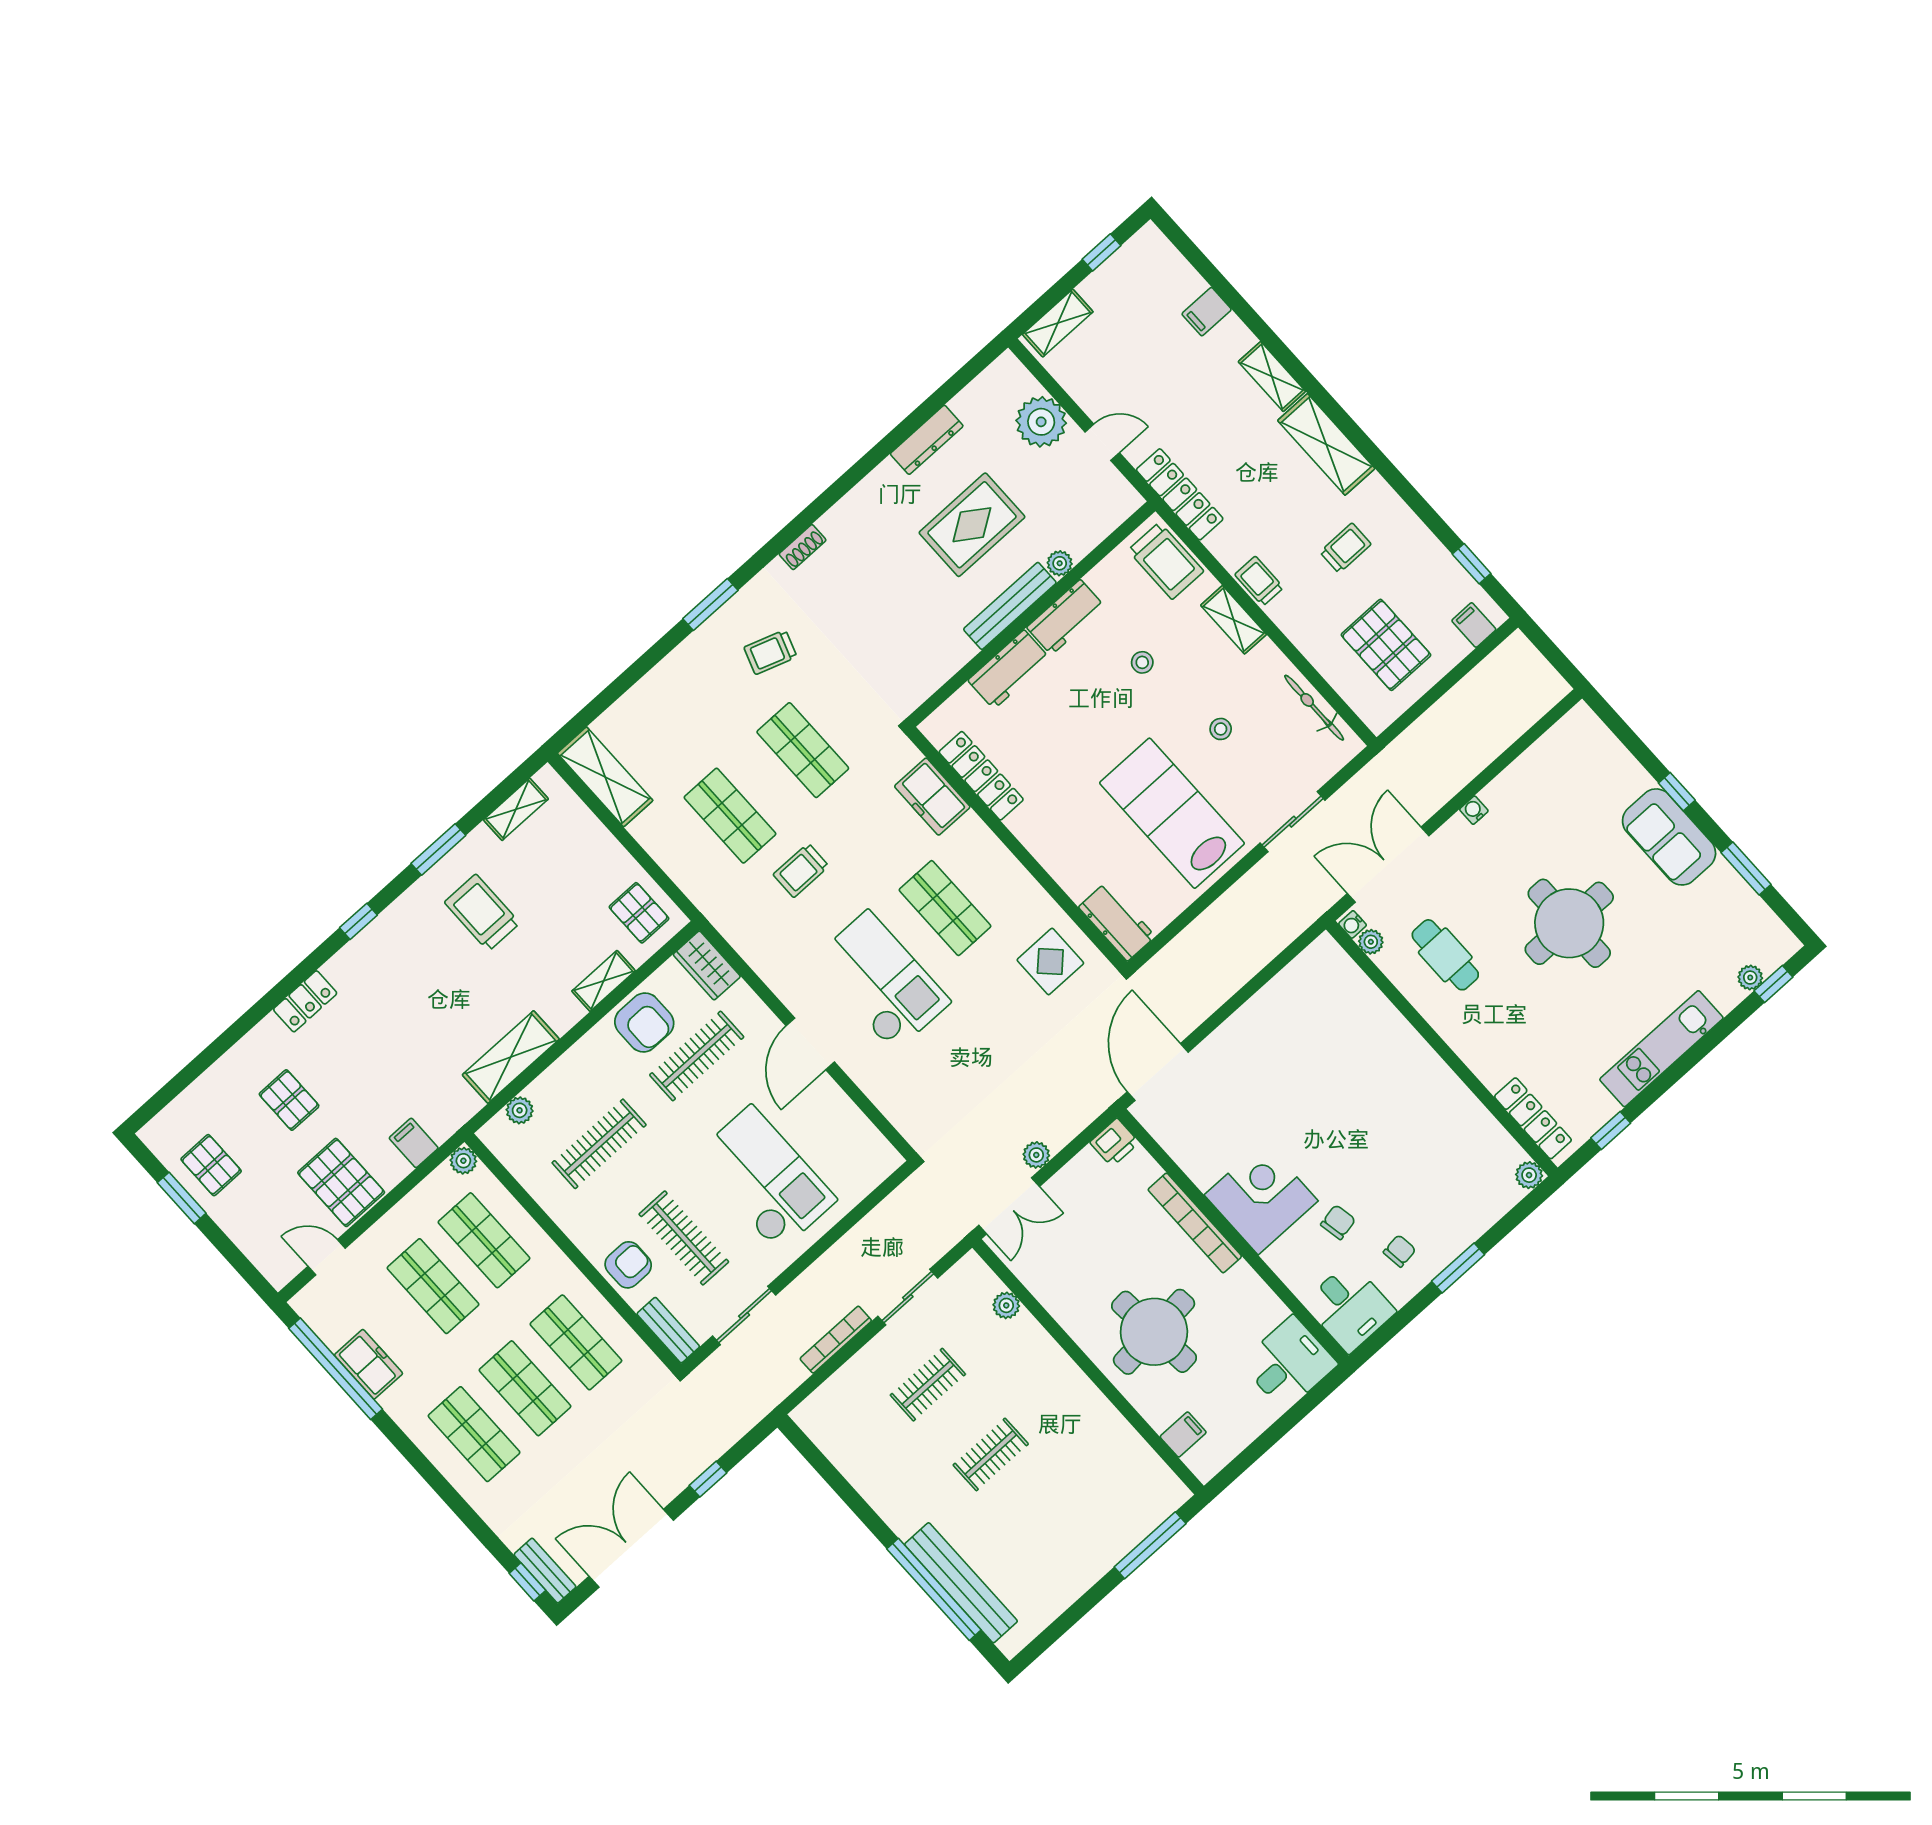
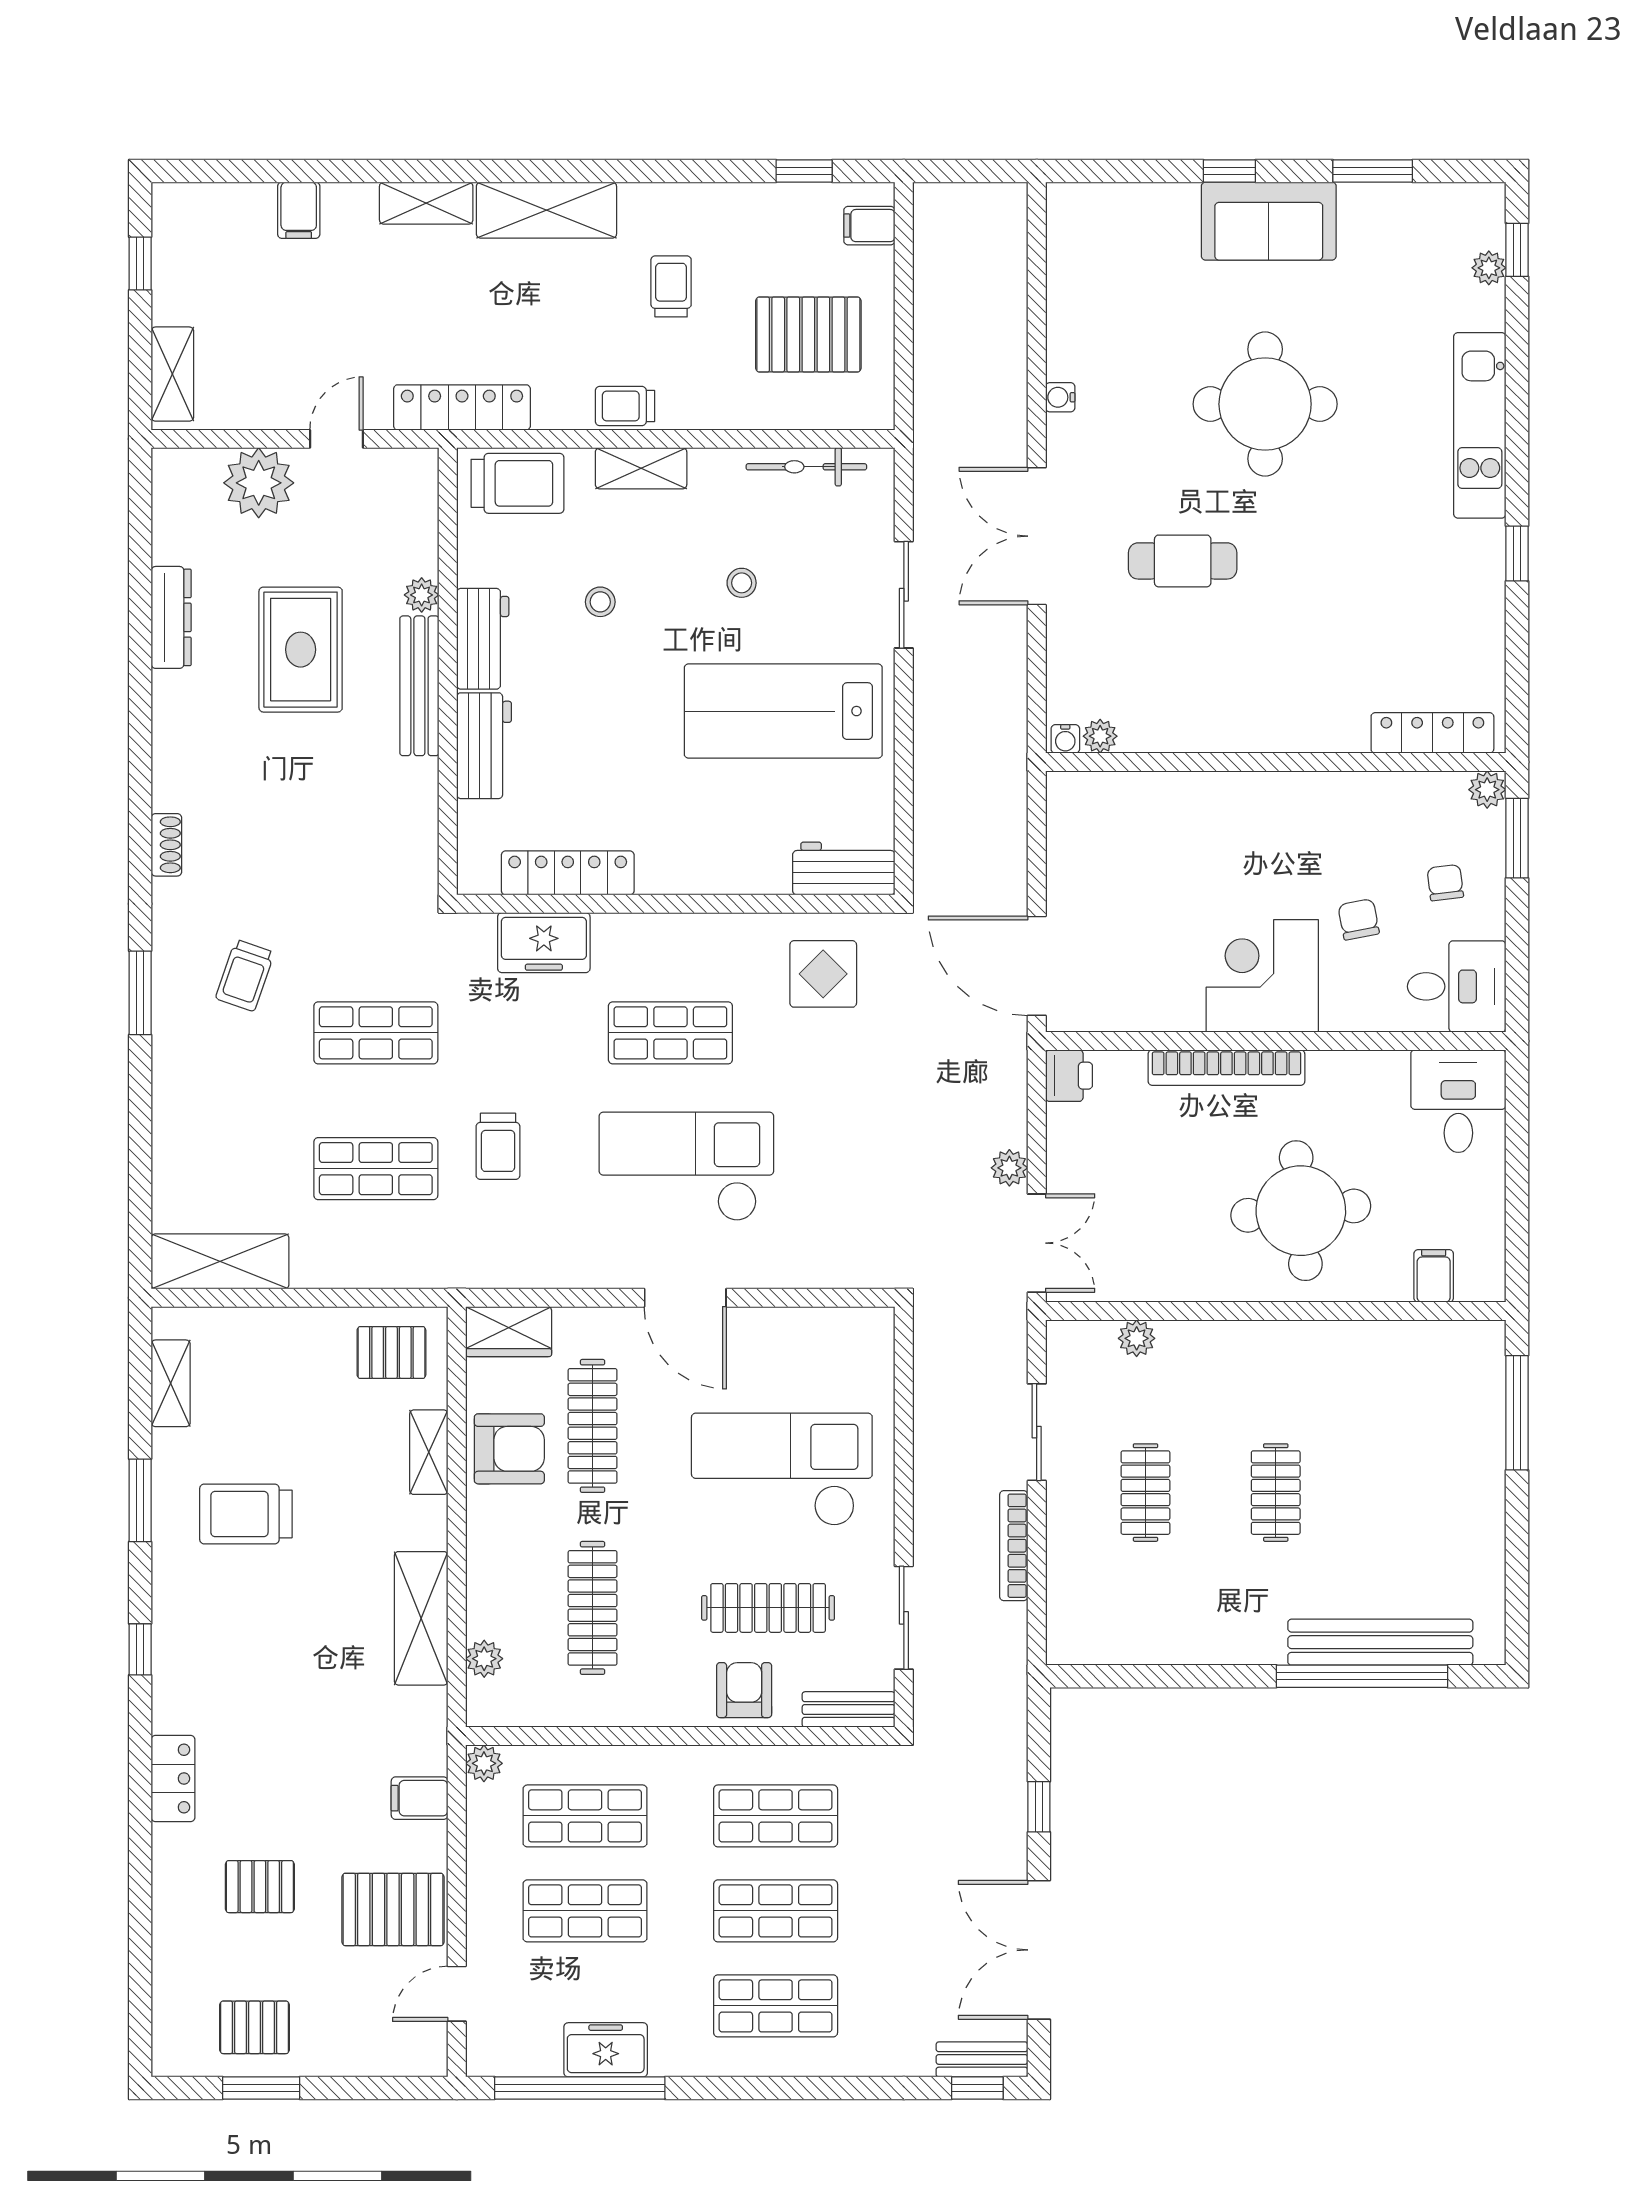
water cooler: (1353, 924) -> (1065, 739), moved
plant: (1371, 942) -> (1100, 736), moved
wall: (1442, 1048) -> (1276, 762), moved
locker: (1533, 1118) -> (1432, 733), moved
plant: (1529, 1175) -> (1487, 790), moved

